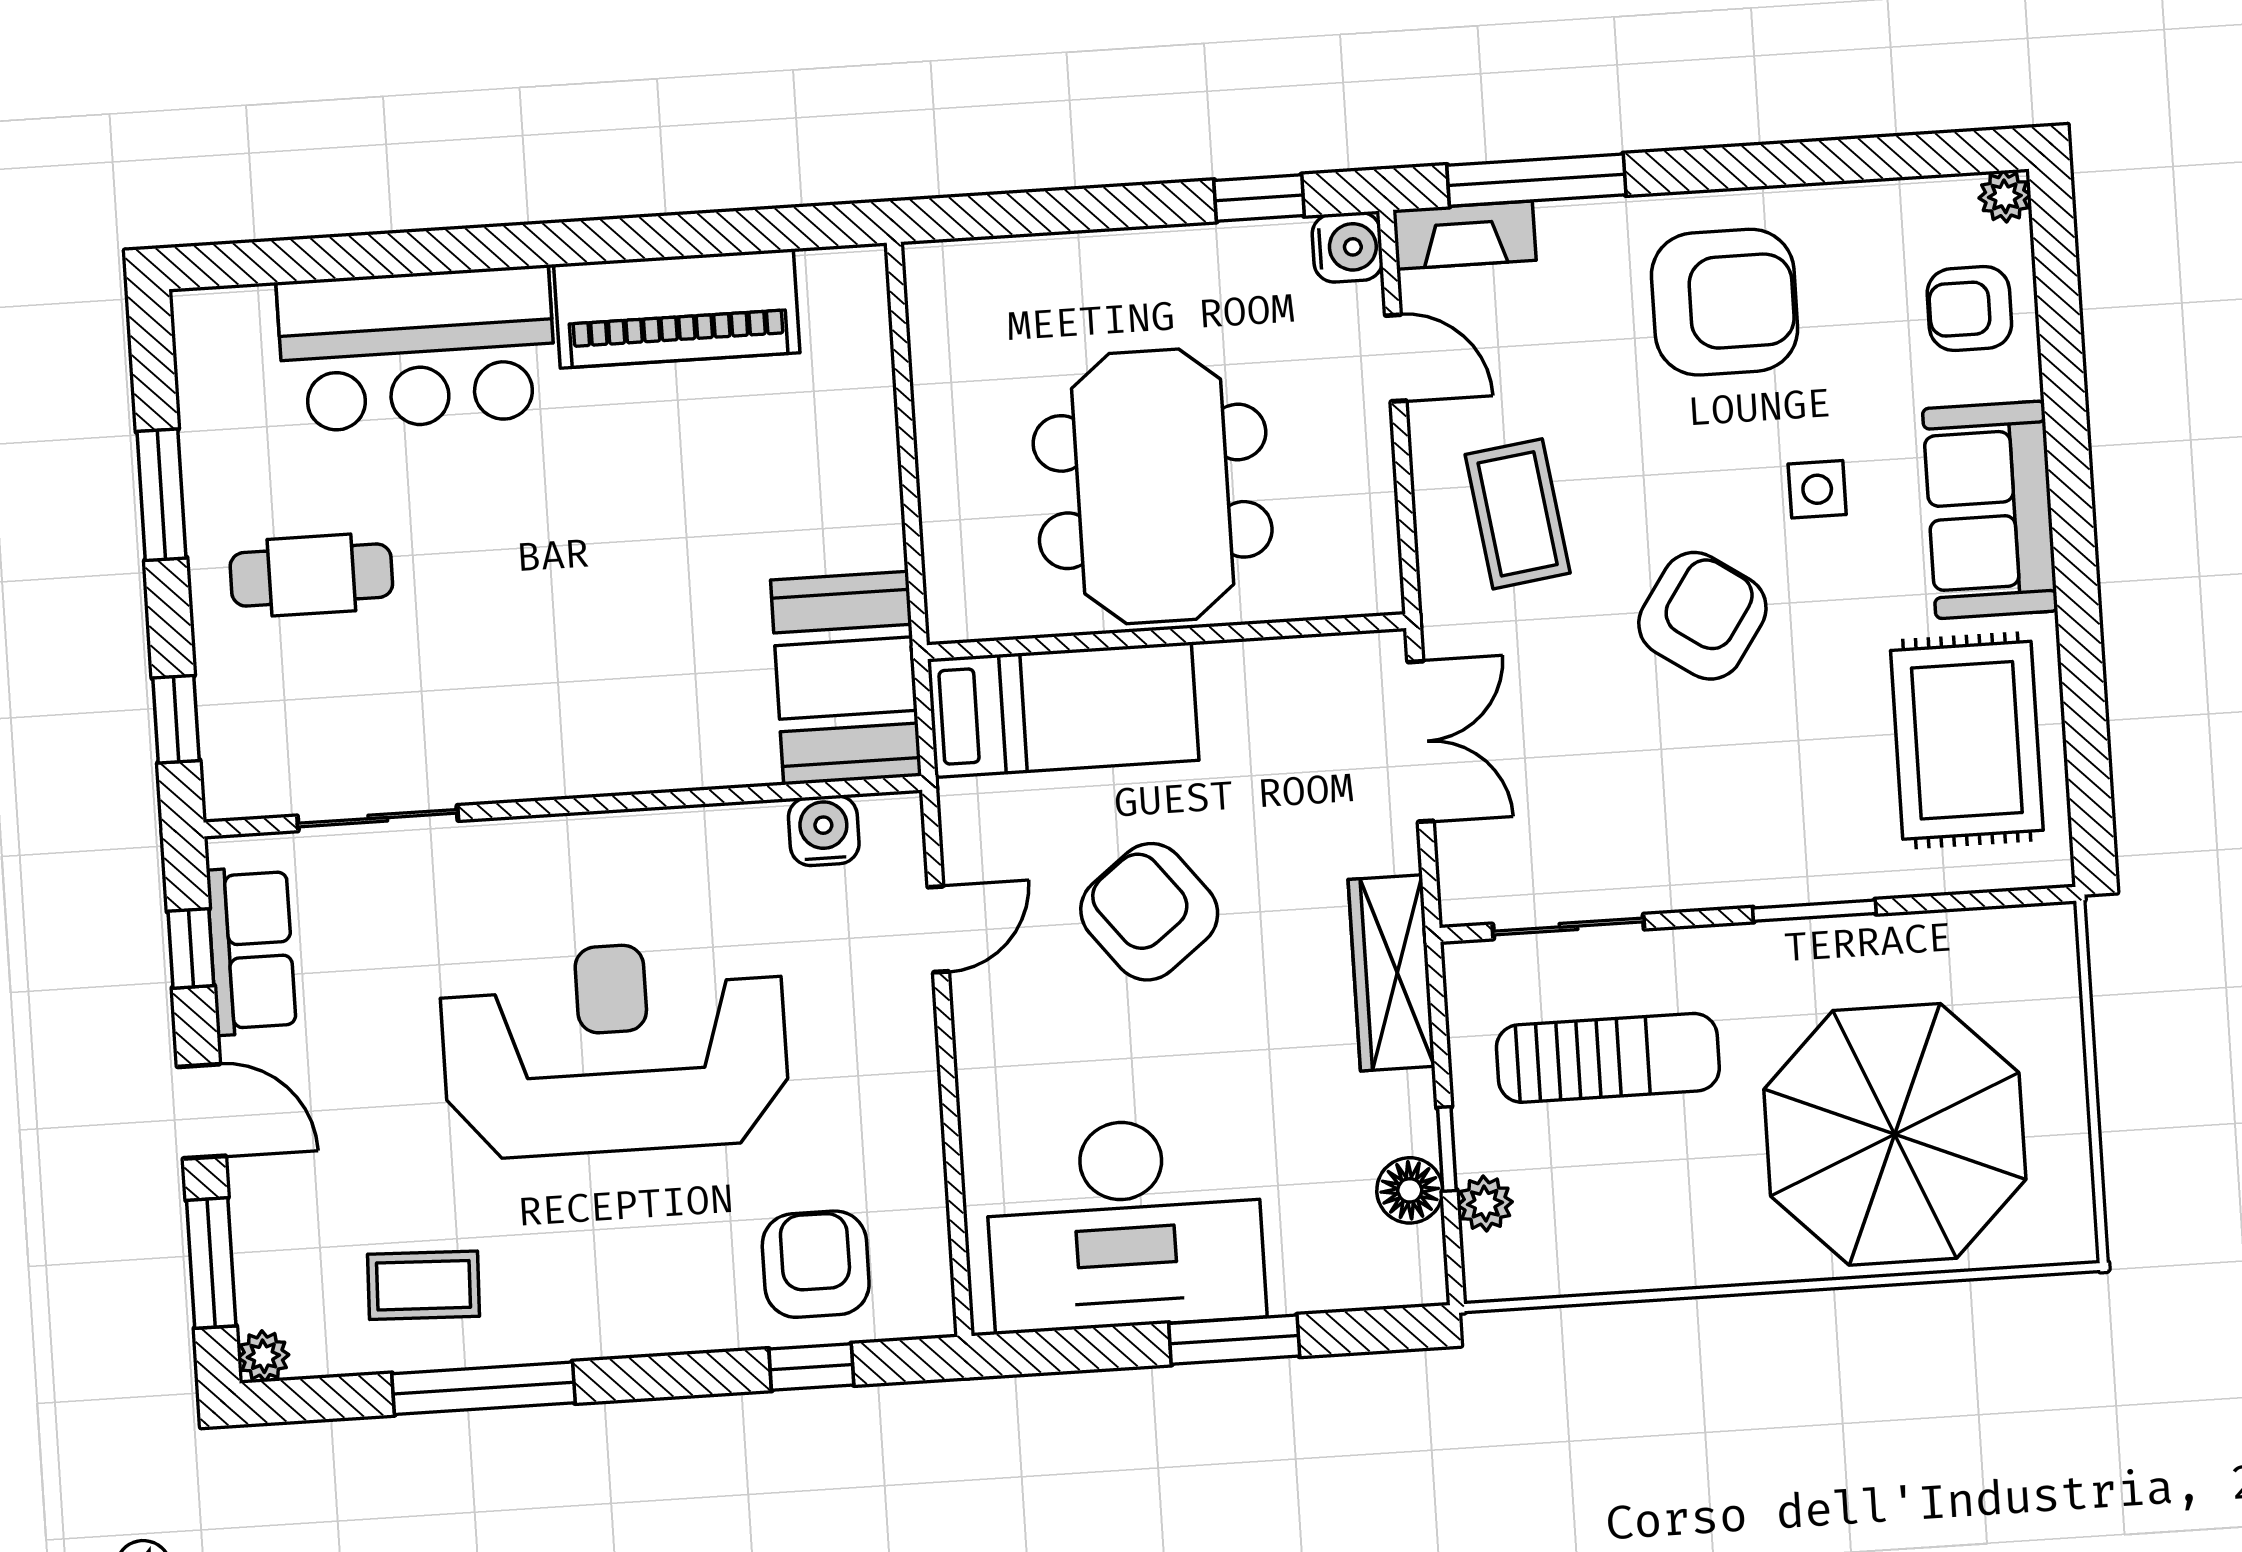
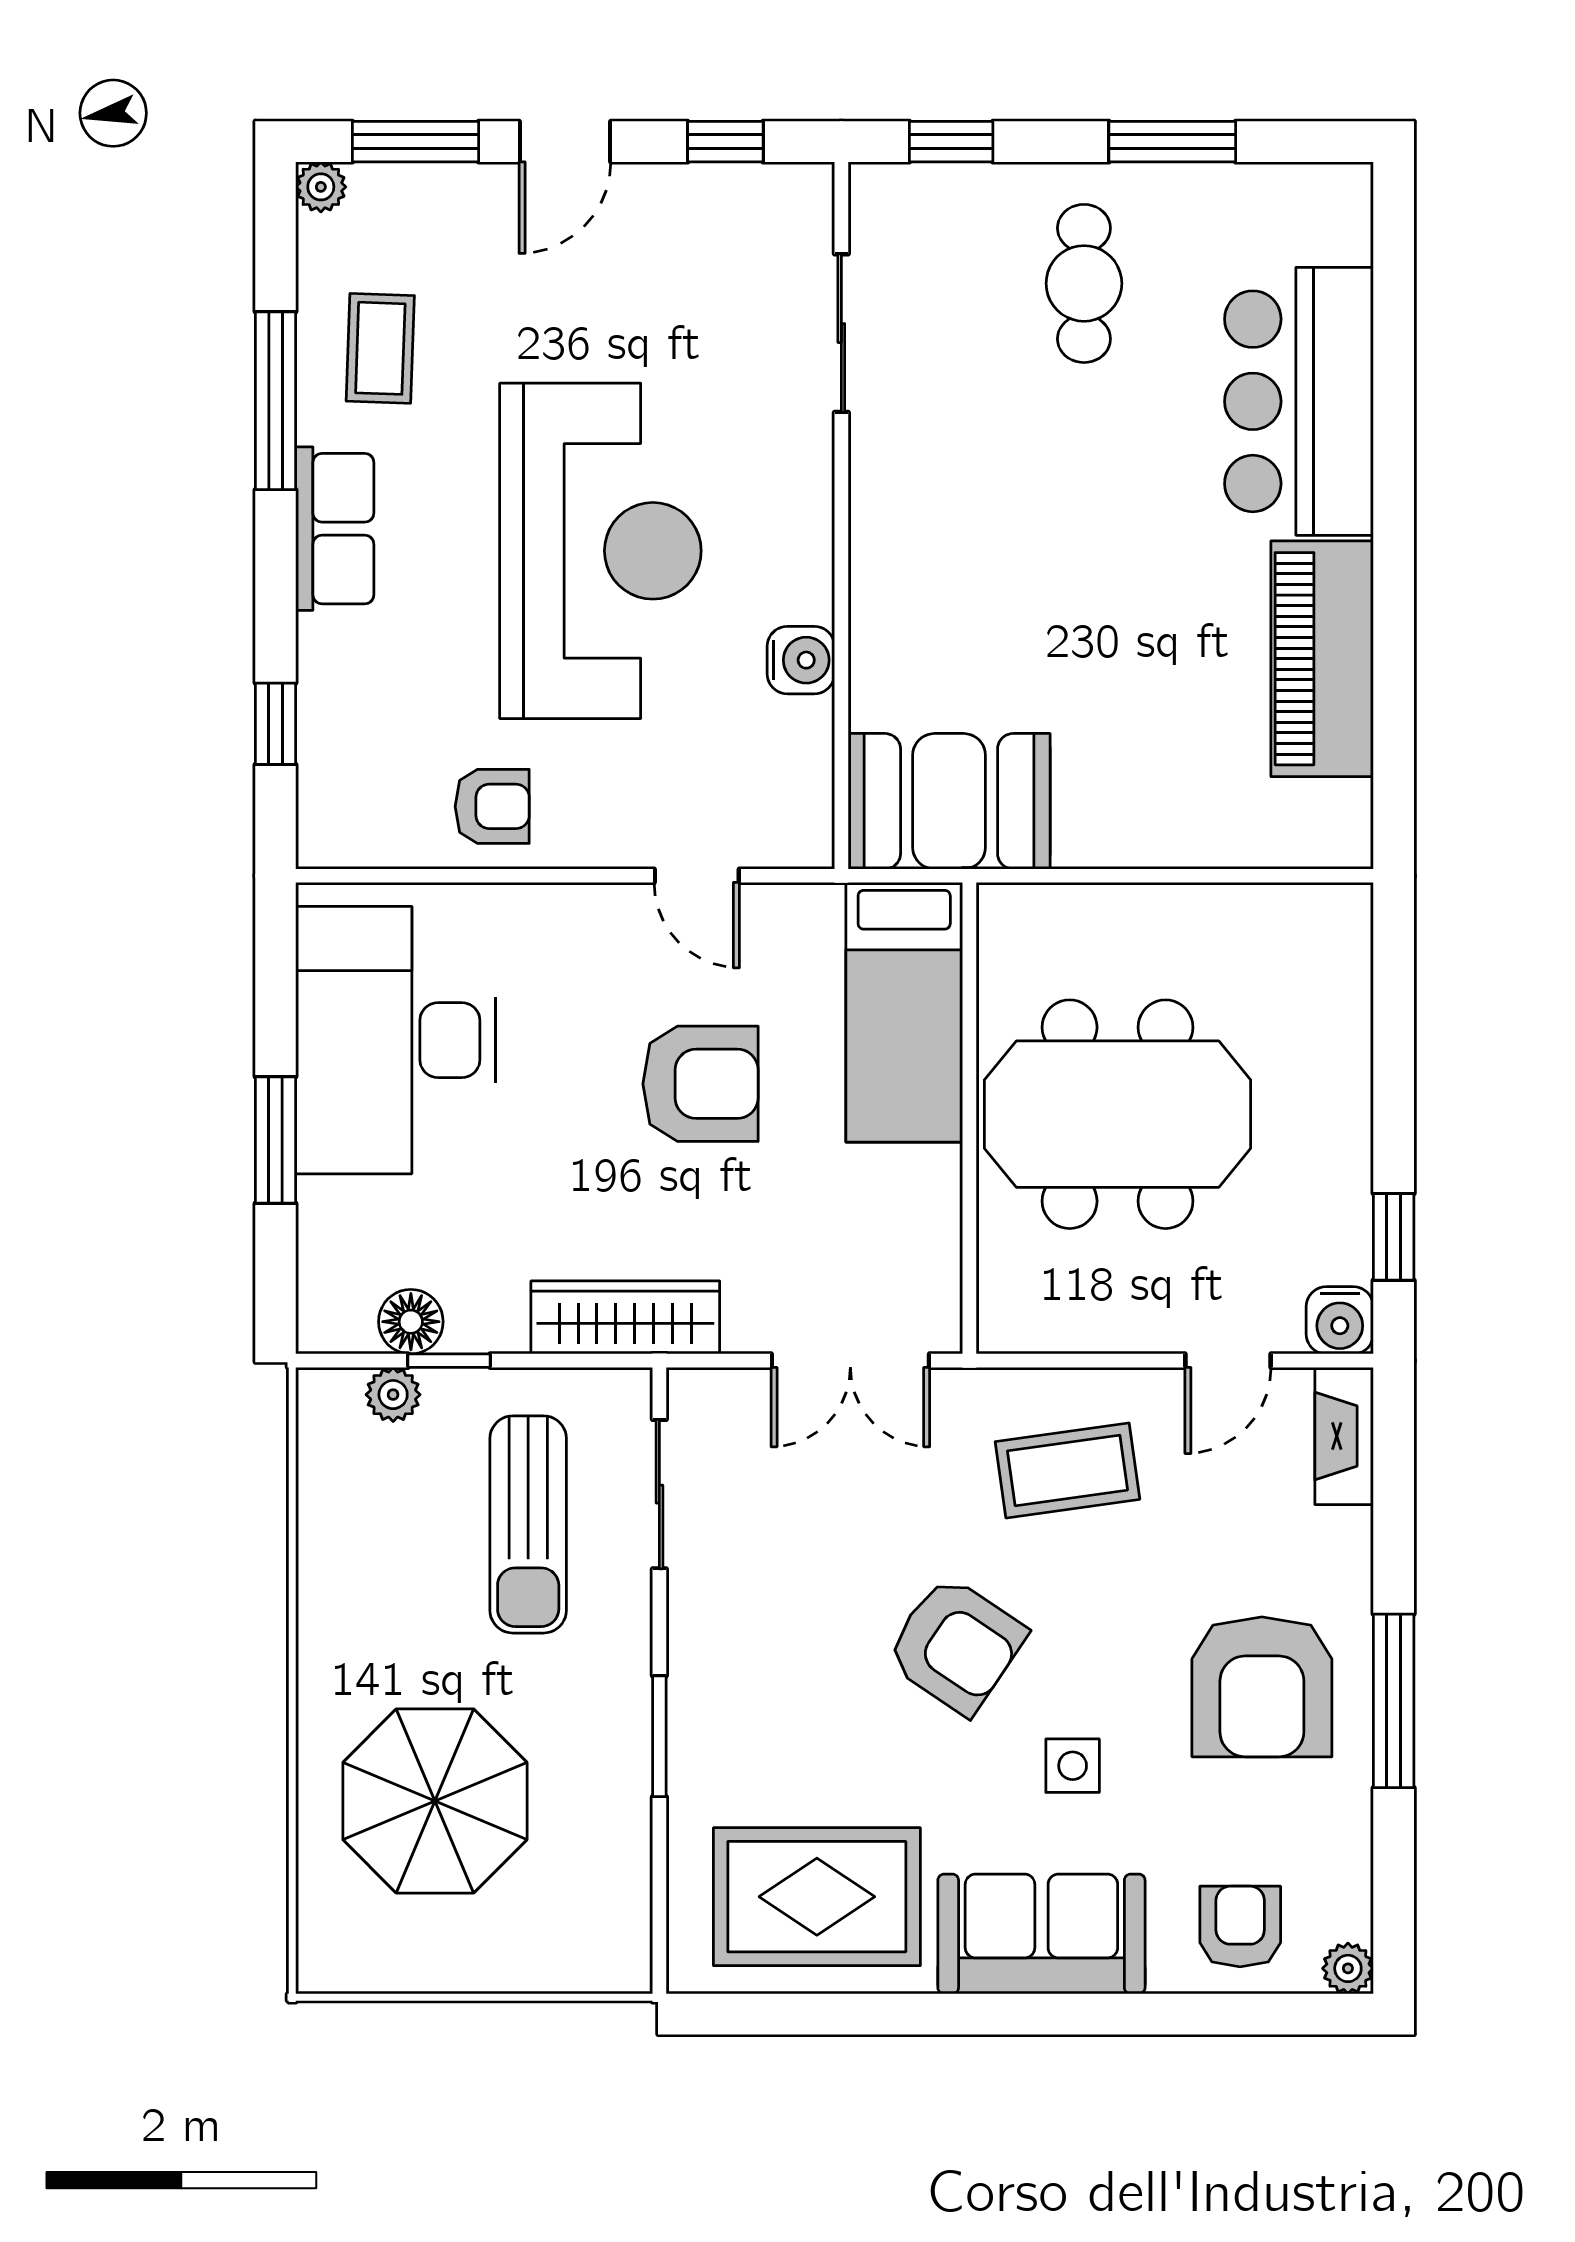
window: (1536, 180) -> (1394, 1701), moved
water cooler: (824, 831) -> (801, 660), moved
armchair: (1149, 912) -> (701, 1084), turned 38
row of seats: (251, 950) -> (335, 529), moved, turned -90
parasol: (1895, 1134) -> (435, 1801), width x0.73, depth x0.73
armchair: (816, 1264) -> (492, 806), moved, width x0.72, depth x0.72

